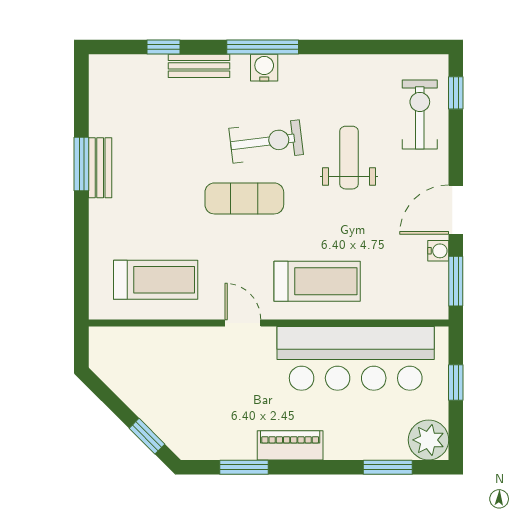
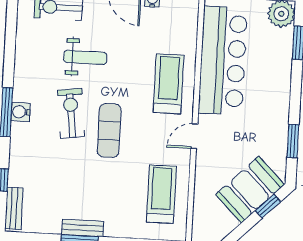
bench: (199, 66) -> (14, 208), moved
weight bench: (349, 158) -> (85, 57), turned 180
booth: (170, 409) -> (250, 190), added
piano: (290, 445) -> (280, 109), removed

